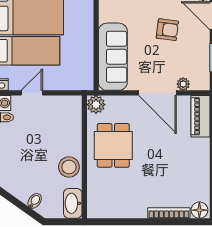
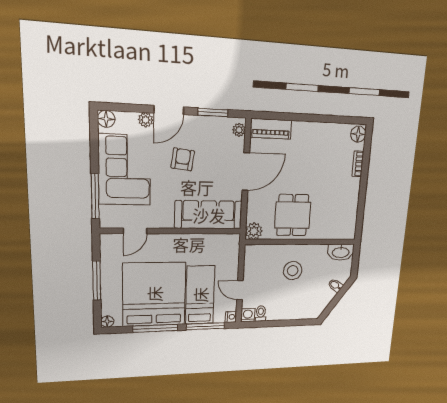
plant: (183, 84) -> (239, 130), moved
dining table: (113, 145) -> (293, 215), turned 90
stool: (69, 167) -> (293, 271), moved
bookcase: (169, 213) -> (358, 164), width x0.64

